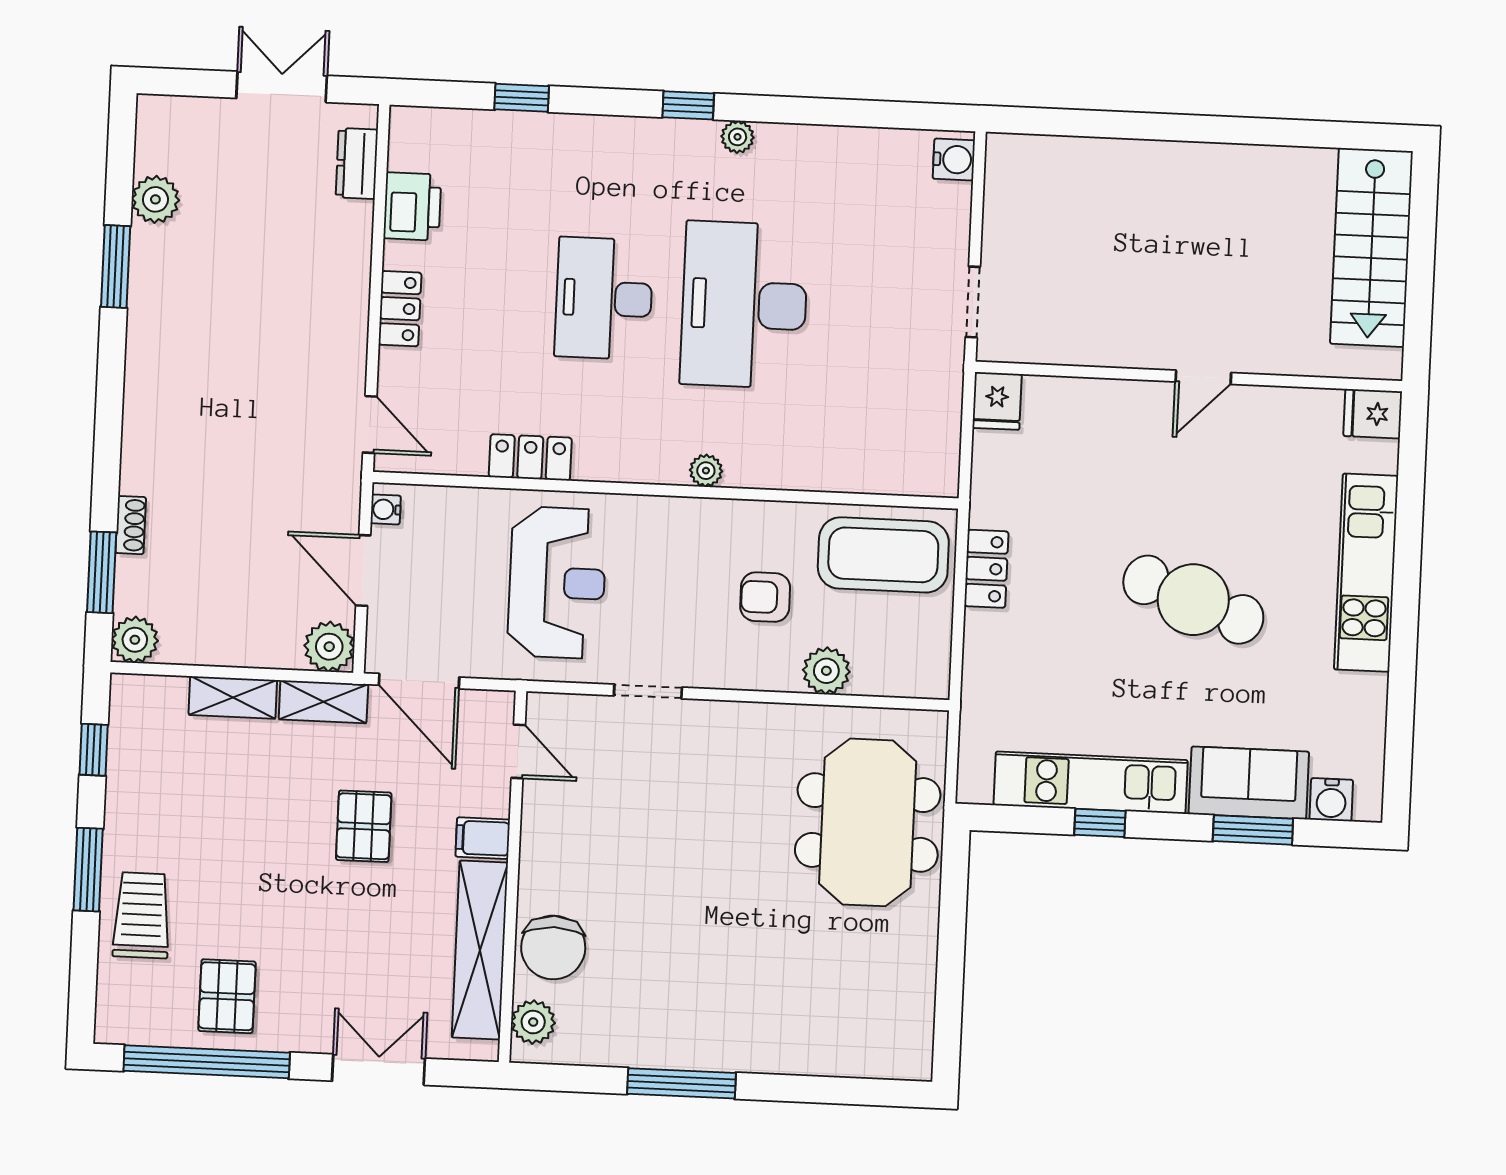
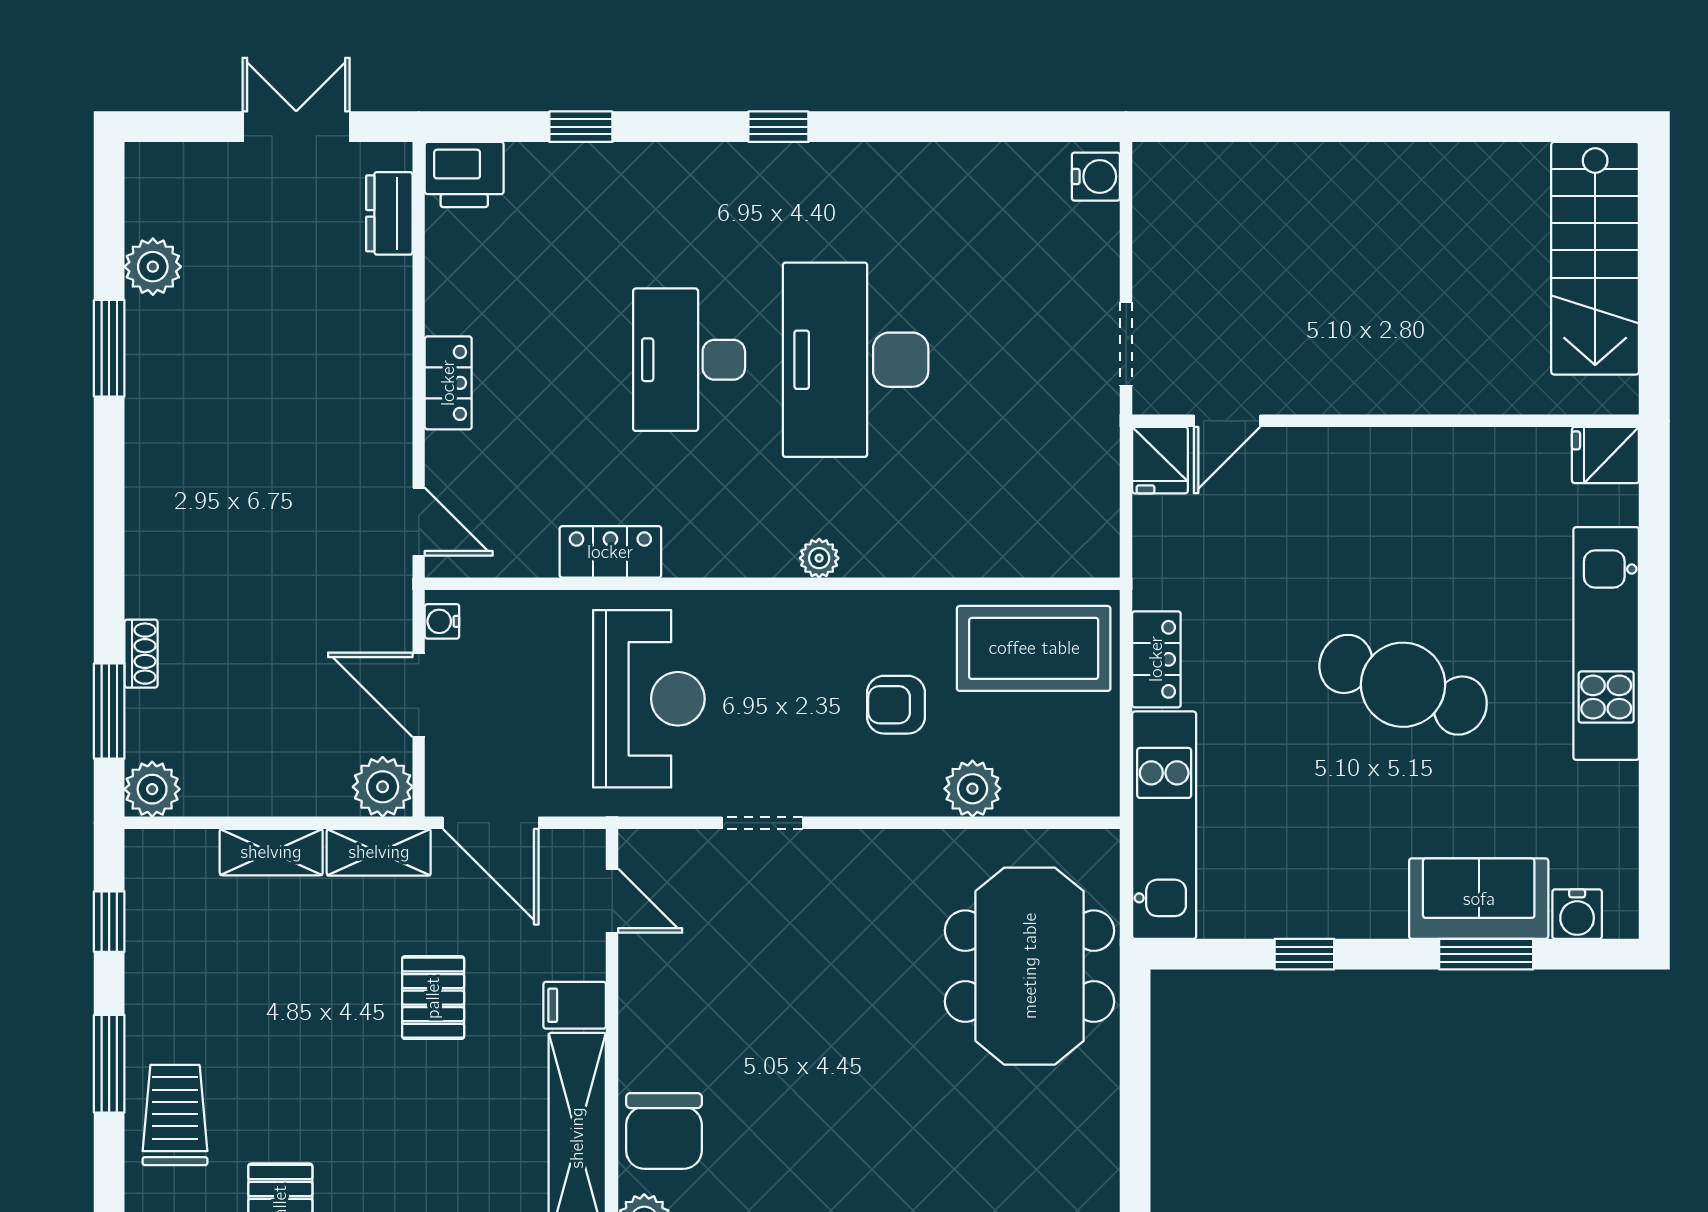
plant: (738, 137) -> (839, 161), removed
printer: (412, 206) -> (464, 175), moved, turned 90
door: (1203, 377) -> (1227, 421), moved
kitchen unit: (1091, 783) -> (1164, 825), moved, turned 90

